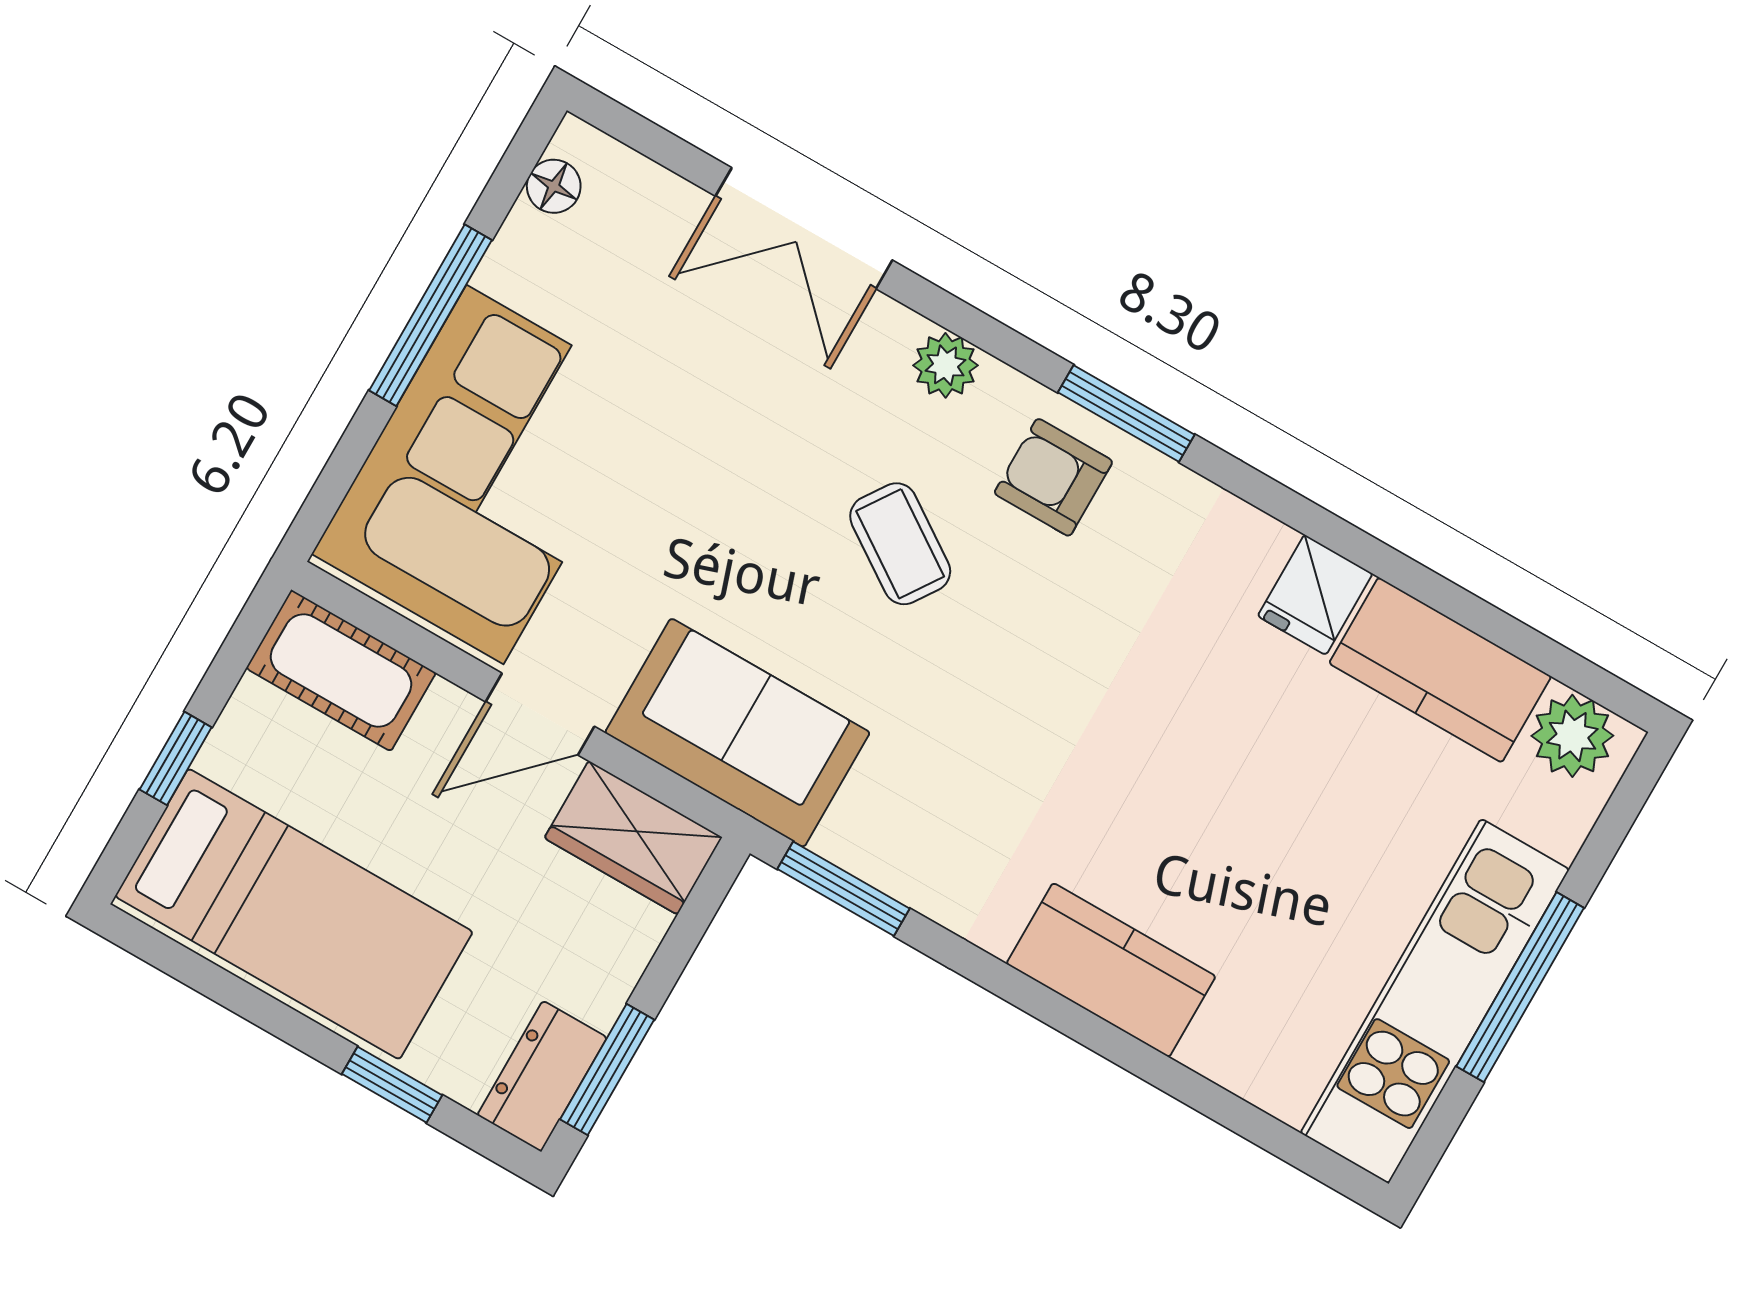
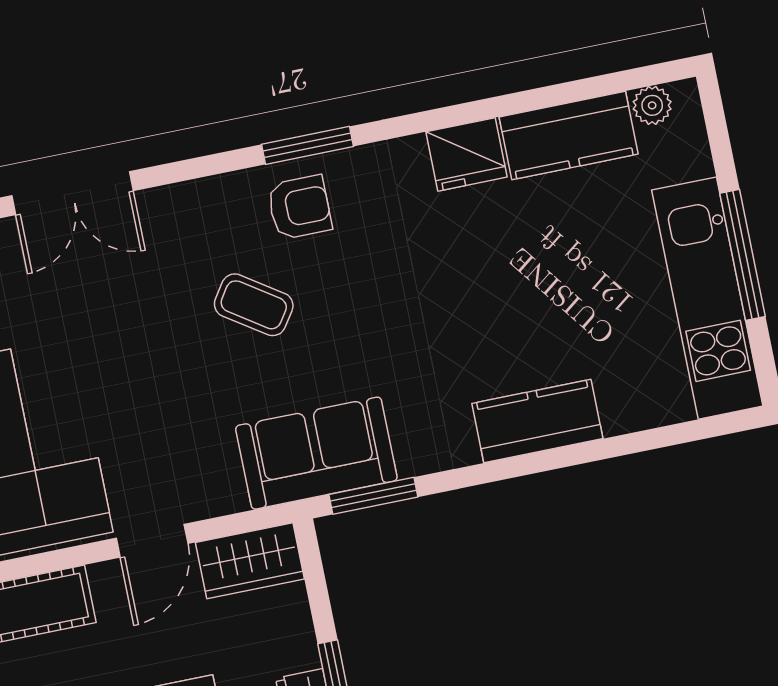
plant: (946, 365) -> (200, 199), removed
armchair: (1053, 477) -> (299, 207), turned 180
fridge: (1315, 595) -> (467, 154), width x1.38
sofa: (737, 733) -> (316, 453), moved
plant: (1572, 736) -> (652, 105), width x0.73, depth x0.73

